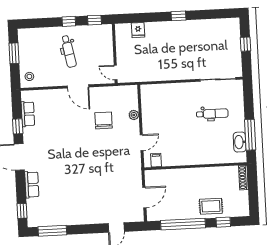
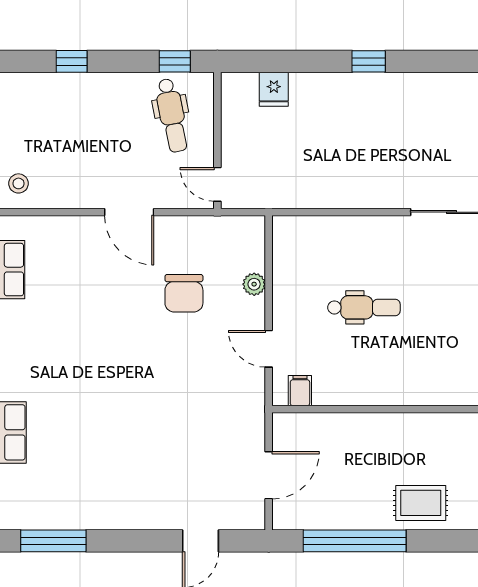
window: (69, 21) -> (72, 61), moved
dental chair: (69, 51) -> (172, 115), moved
dental chair: (212, 114) -> (364, 307), moved
chair: (104, 120) -> (184, 293), turned 180
door: (142, 143) -> (269, 349), swing flipped
window: (223, 222) -> (447, 541), removed

